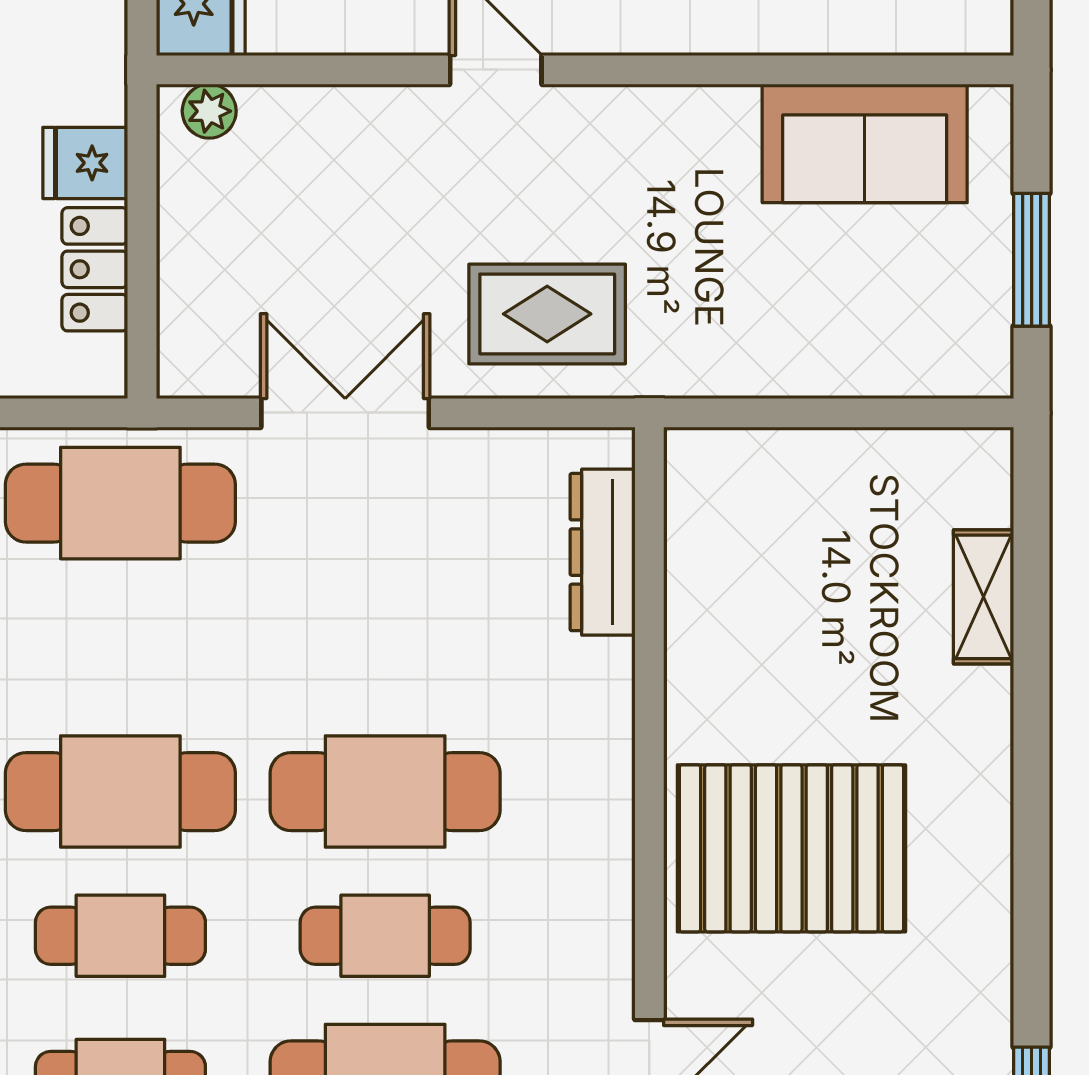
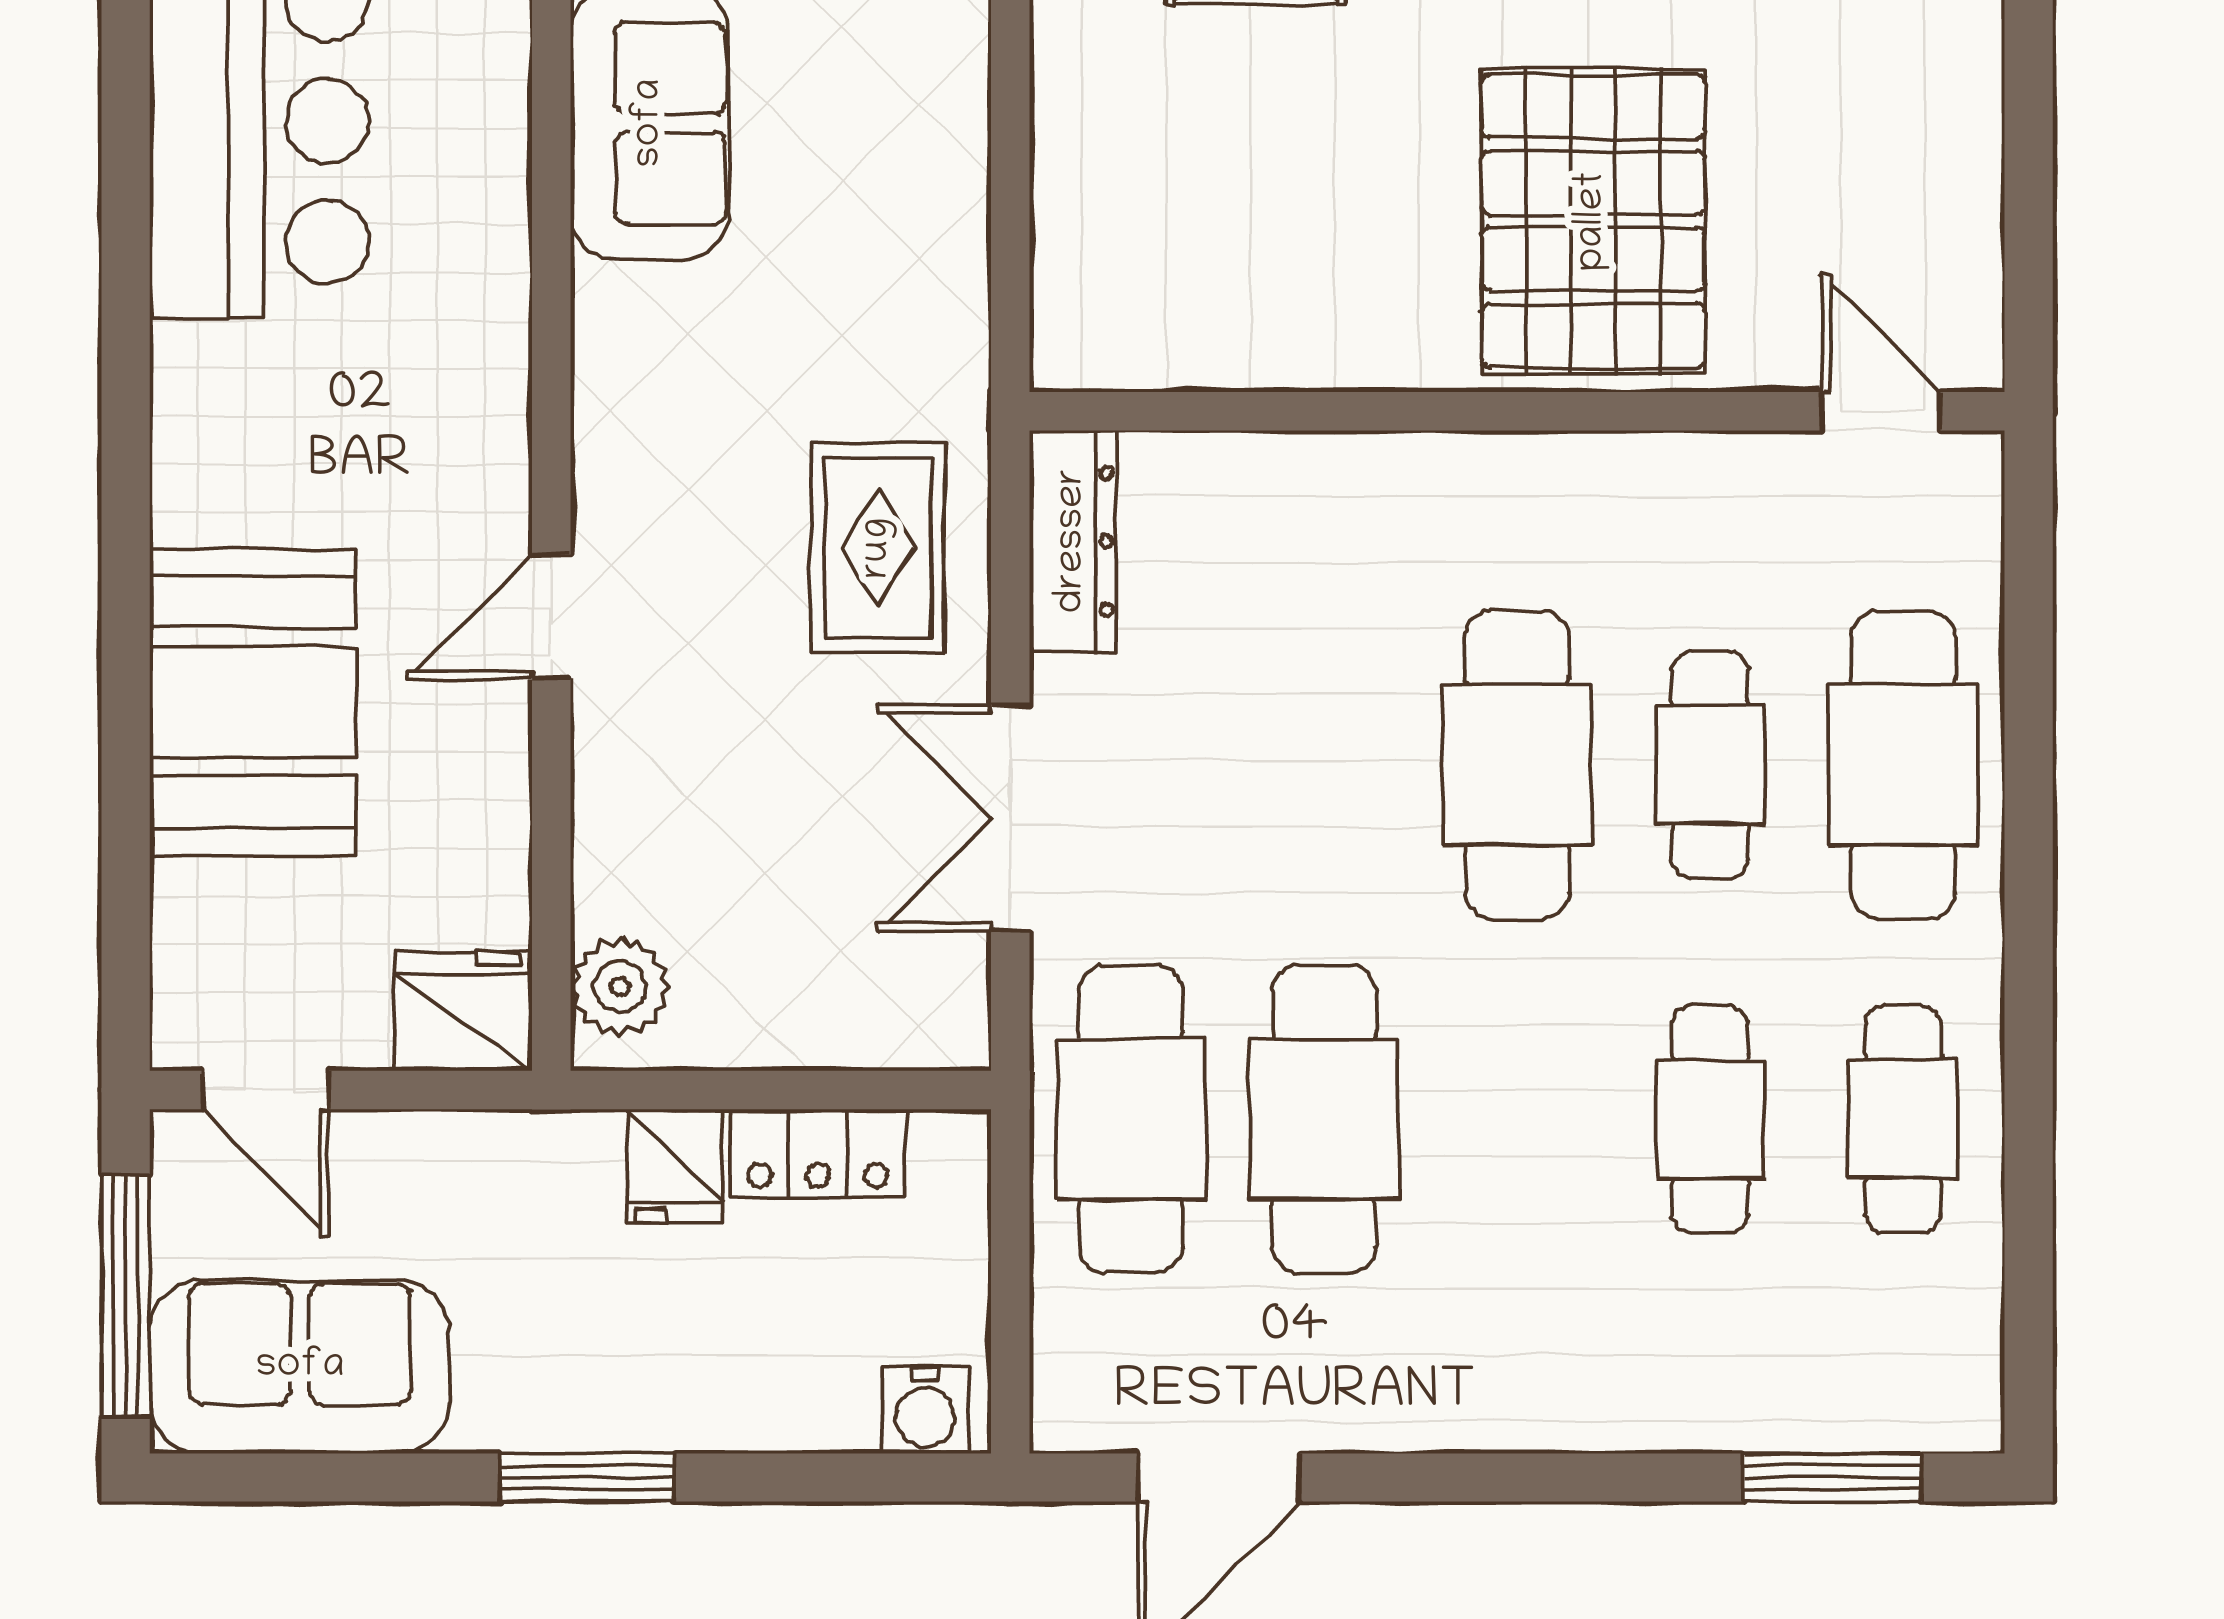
plant: (209, 111) -> (620, 987), width x1.38, depth x1.38
dresser: (603, 552) -> (1073, 541), moved, turned -90
cafe table: (120, 792) -> (1324, 1119), moved

